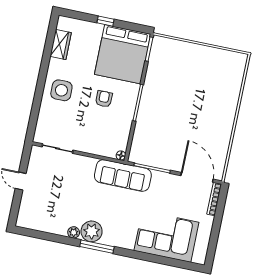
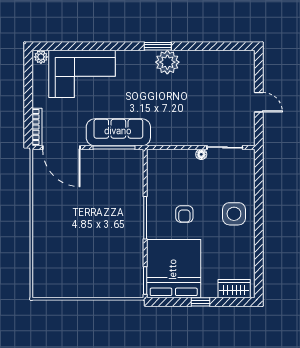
wardrobe: (61, 44) -> (234, 289), moved, turned 90
floor lamp: (121, 155) -> (201, 154), moved
sofa: (123, 176) -> (118, 132), moved
plant: (74, 232) -> (41, 57), moved
window: (97, 247) -> (158, 46), width x0.69

